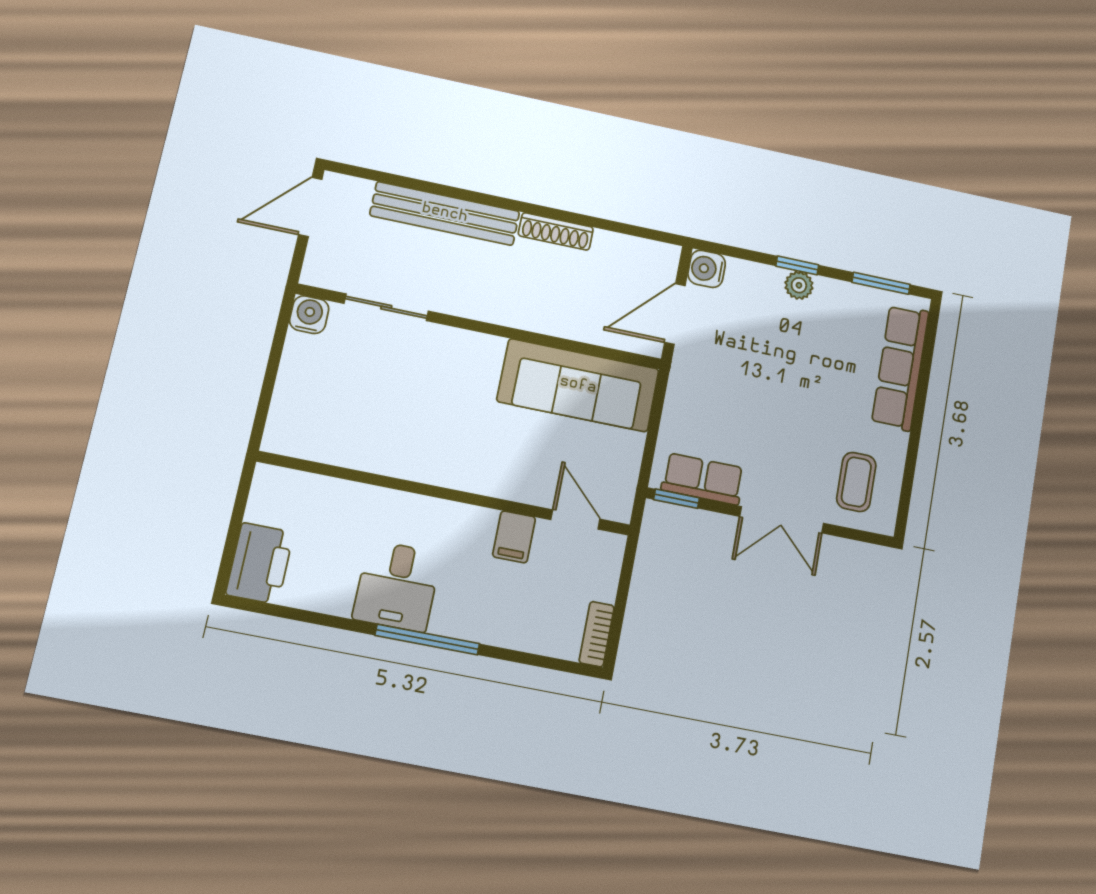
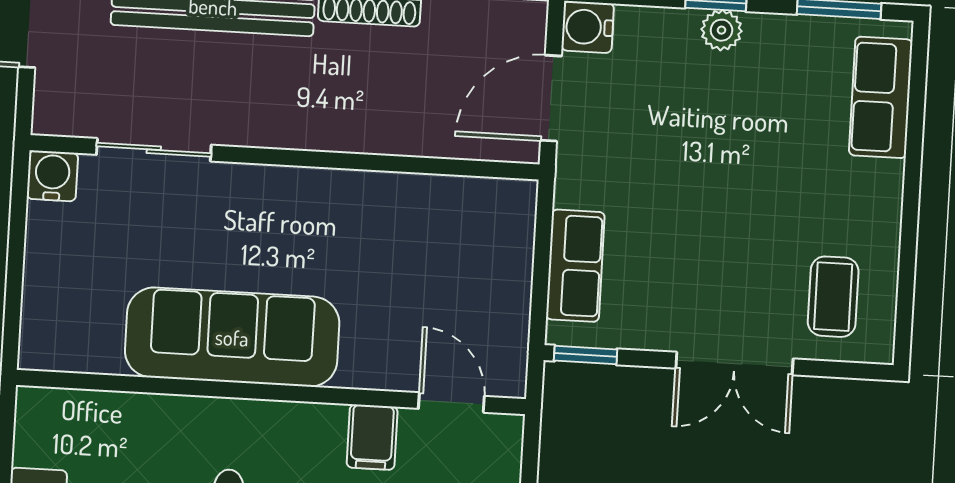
row of seats: (900, 367) -> (881, 97), width x0.68
sofa: (578, 385) -> (232, 337), moved, turned 180
row of seats: (703, 479) -> (575, 266), moved, turned 90

